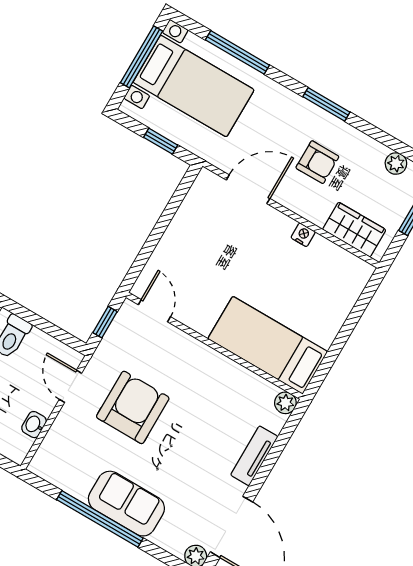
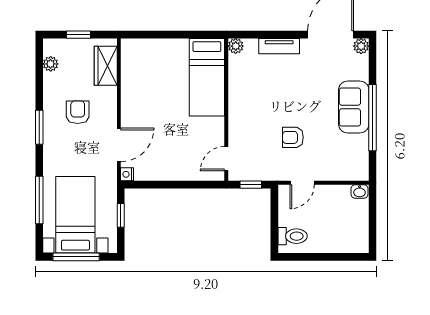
door: (248, 189) -> (119, 145), swing flipped
nightstand: (303, 235) -> (127, 174), moved
armchair: (133, 407) -> (293, 137), width x0.53, depth x0.53
washbasin: (34, 425) -> (360, 191), moved

